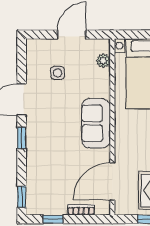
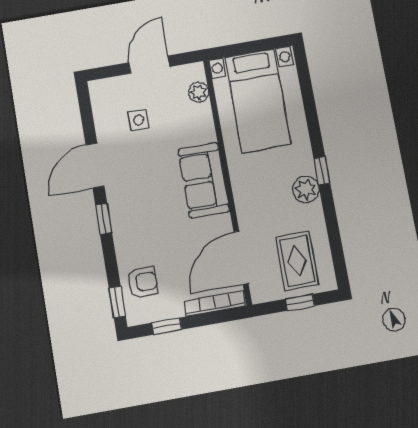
armchair: (41, 186) -> (142, 282), added
bookcase: (81, 210) -> (215, 304), width x1.56

